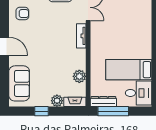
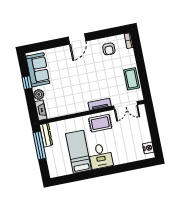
rug: (102, 39) -> (100, 123), added
plant: (79, 76) -> (64, 110), removed
sofa: (19, 83) -> (38, 70), moved, turned -90
desk: (139, 93) -> (101, 156), moved

